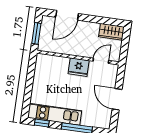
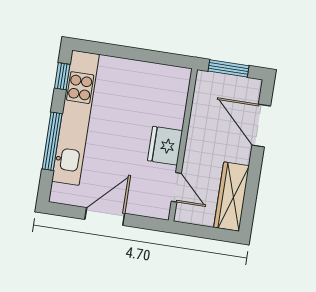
wardrobe: (111, 32) -> (231, 197), width x1.50
kitchen unit: (55, 114) -> (75, 118), width x1.36

